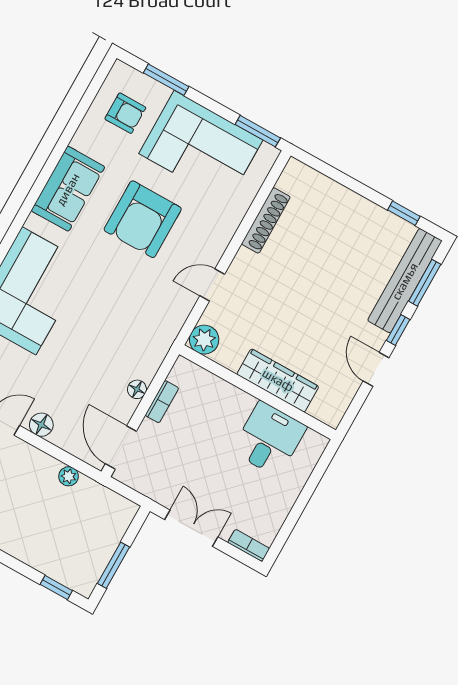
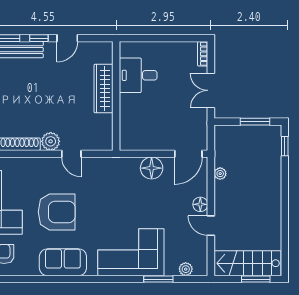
plant: (204, 340) -> (51, 141), moved
floor lamp: (137, 389) -> (152, 168), width x1.89, depth x1.89
bookcase: (162, 402) -> (151, 145), removed

